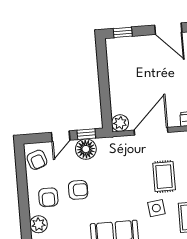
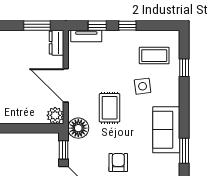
floor lamp: (86, 149) -> (78, 128), moved
rug: (164, 177) -> (110, 108), moved, turned 90

